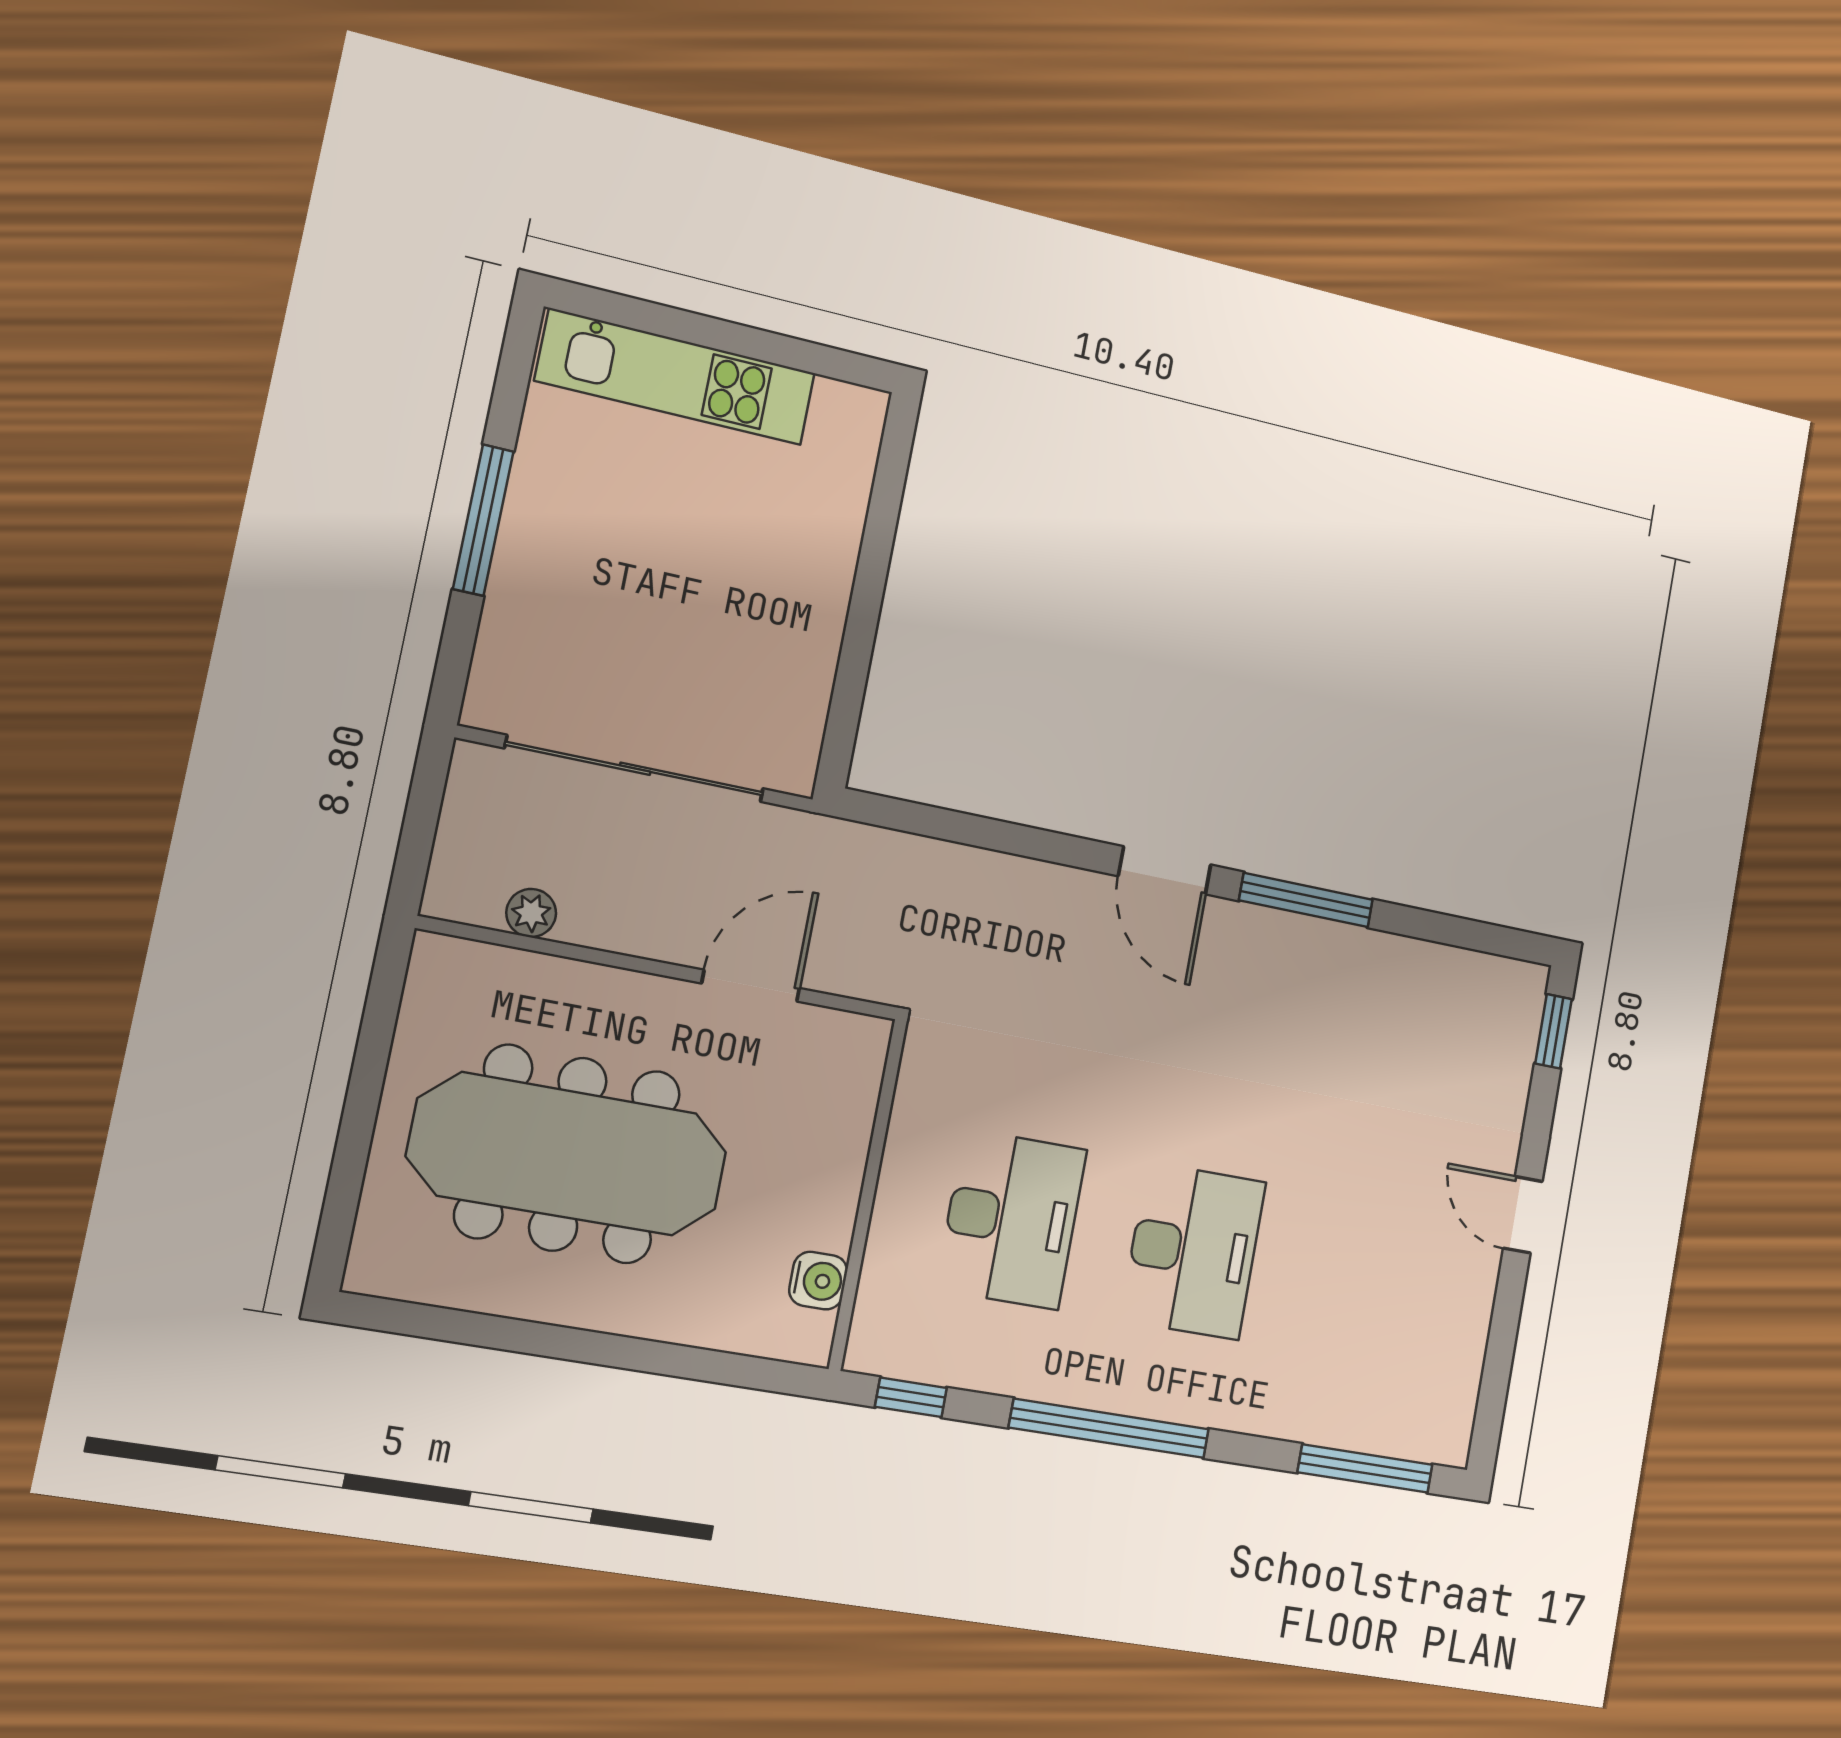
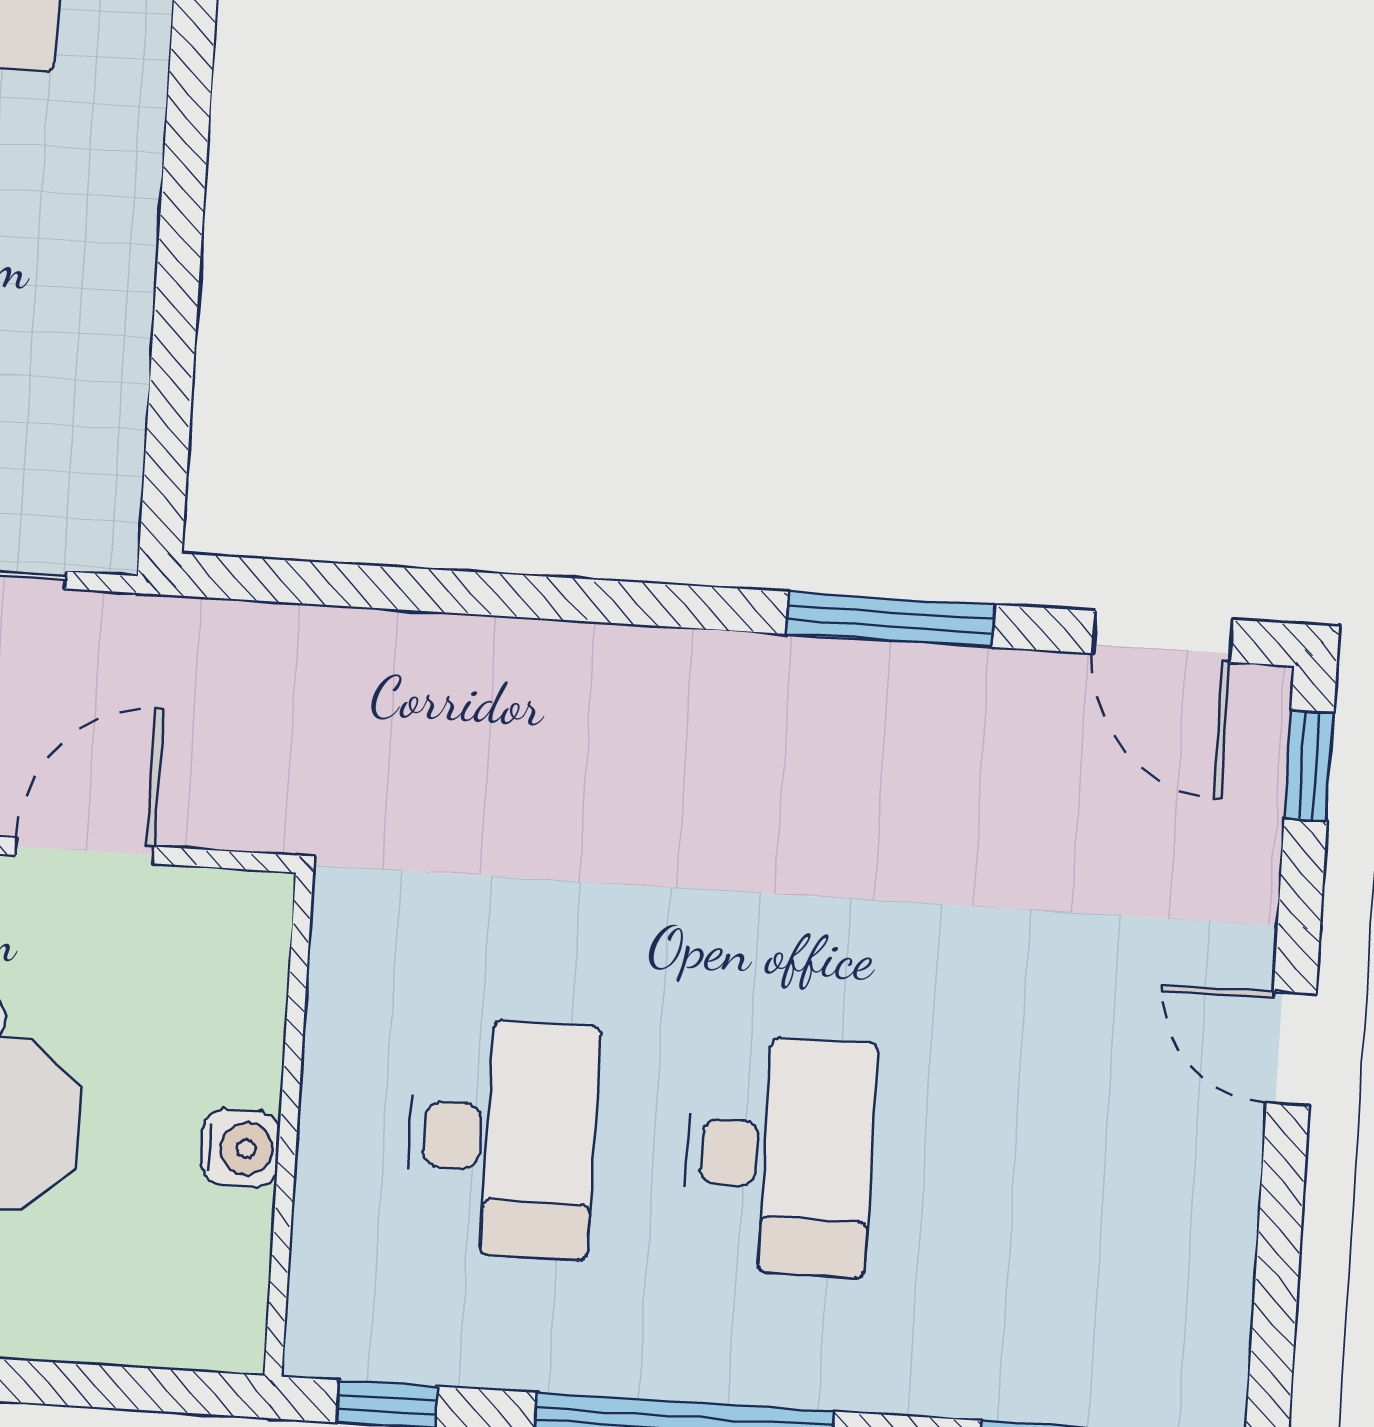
door: (1165, 870) -> (1163, 636), moved
water cooler: (818, 1281) -> (240, 1148), moved

